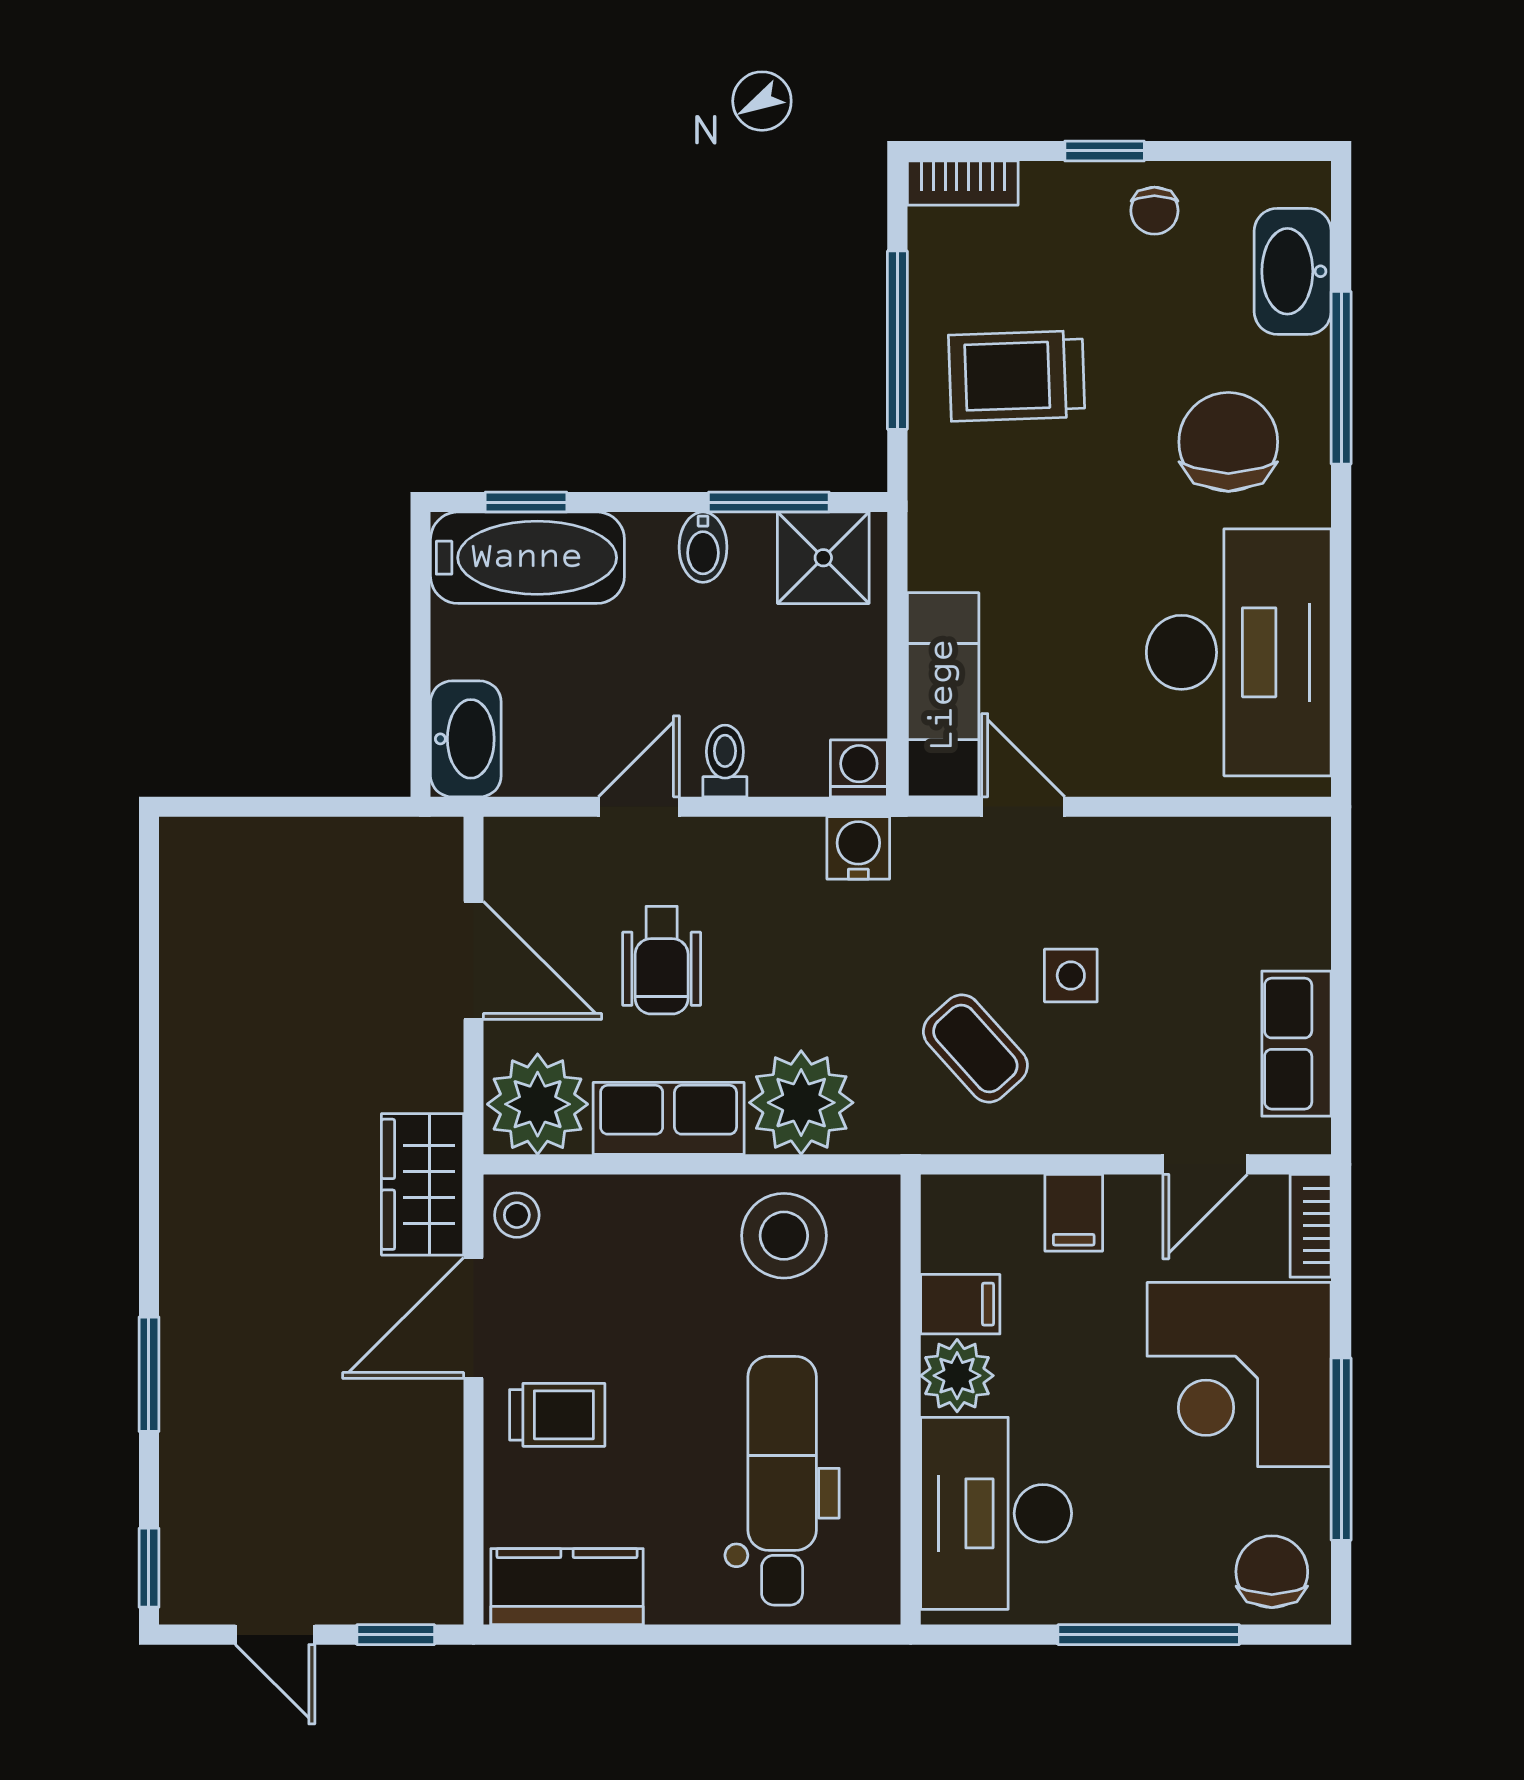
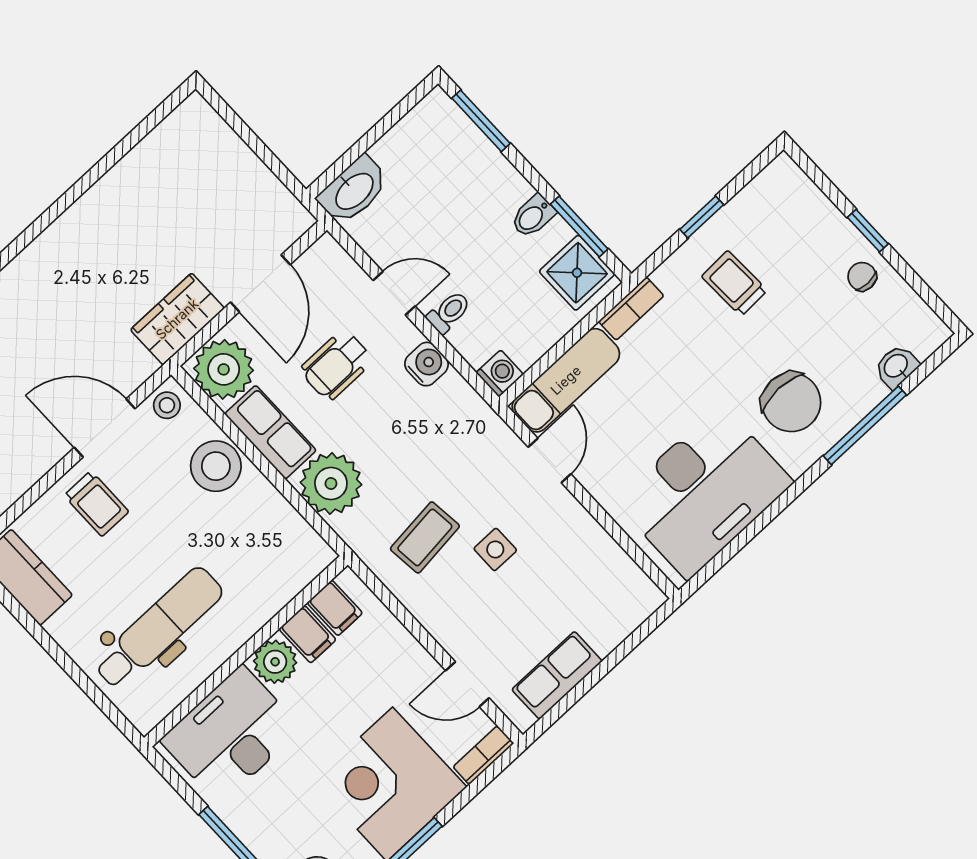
bookcase: (963, 183) -> (631, 309), moved, turned -90
chair: (1154, 211) -> (862, 277), turned 90
washbasin: (1293, 271) -> (896, 366), width x0.52, depth x0.69
window: (897, 340) -> (702, 217), width x0.46
trolley: (1017, 376) -> (734, 283), width x0.73, depth x0.72
chair: (1228, 442) -> (791, 402), turned 90
window: (526, 502) -> (481, 121), width x1.50
bathtub: (527, 558) -> (457, 144), removed
water cooler: (858, 848) -> (426, 364), moved
coffee table: (975, 1049) -> (425, 537), turned 36
wardrobe: (423, 1184) -> (177, 319), moved
filing cabinet: (1074, 1213) -> (335, 608), moved, turned -90
stool: (784, 1236) -> (216, 466), moved

